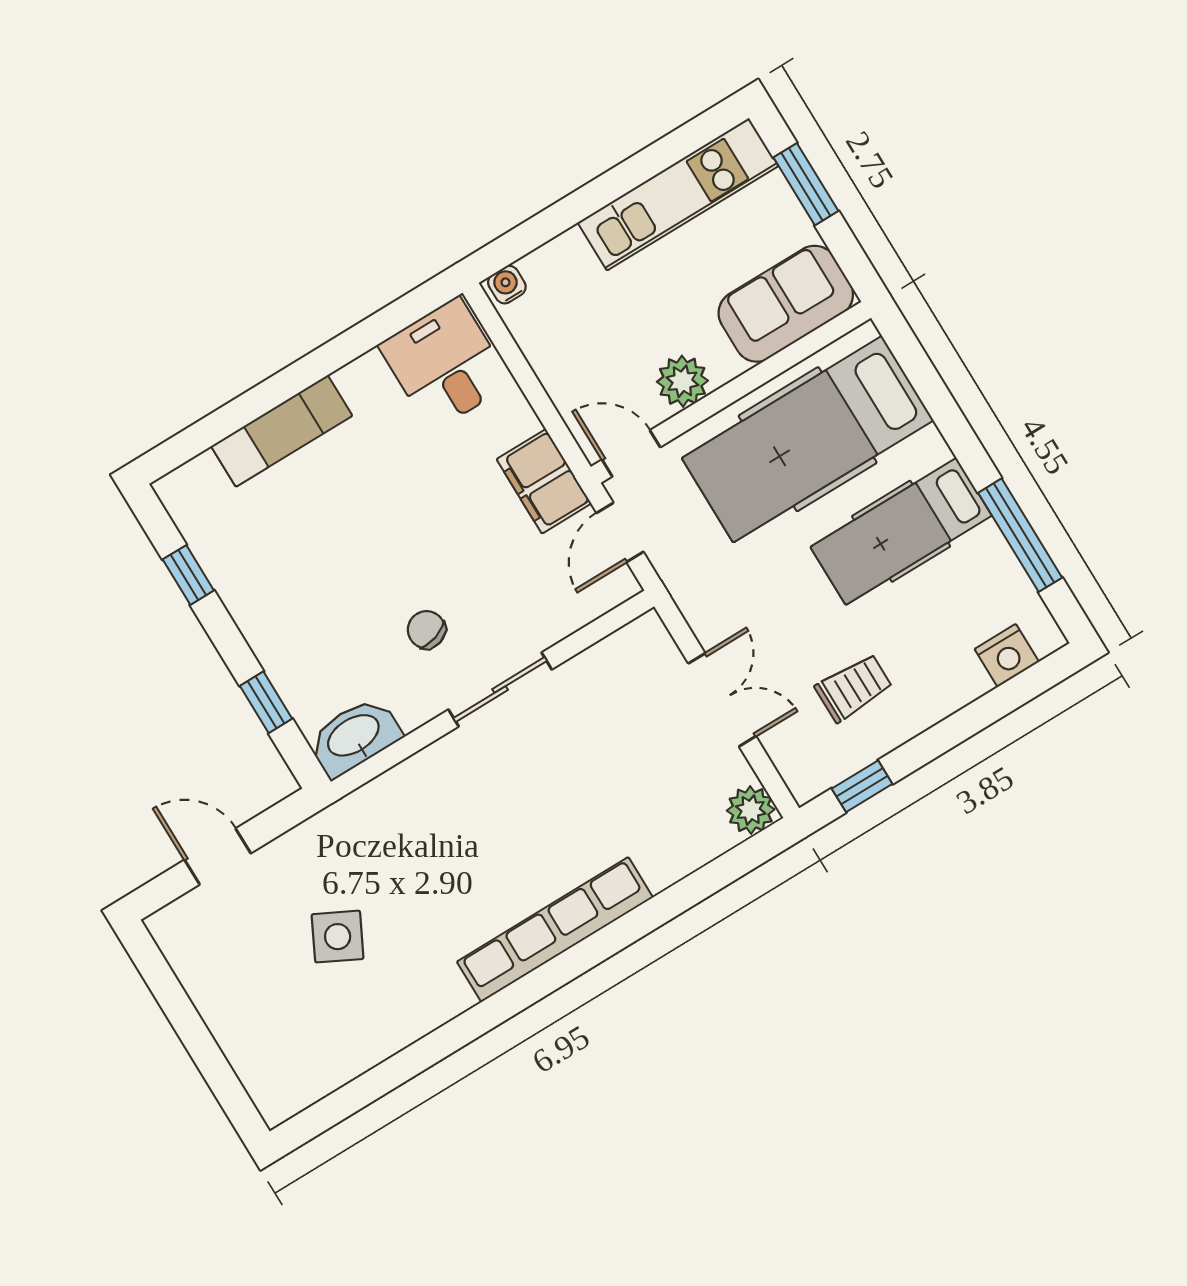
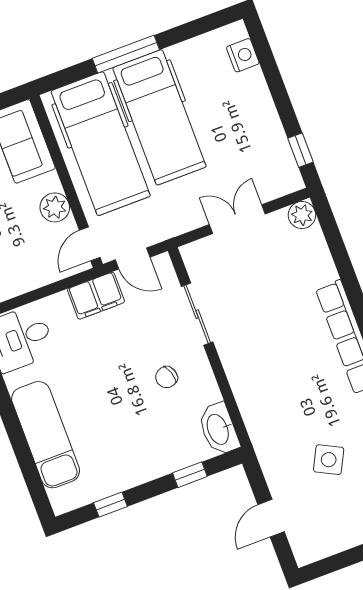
exam couch: (282, 431) -> (46, 435), width x1.36, depth x1.45
hospital bed: (901, 531) -> (159, 117), width x1.37, depth x1.29
window: (1020, 535) -> (126, 54), moved
trolley: (854, 688) -> (244, 144), removed
sliding door: (500, 689) -> (197, 314), moved

